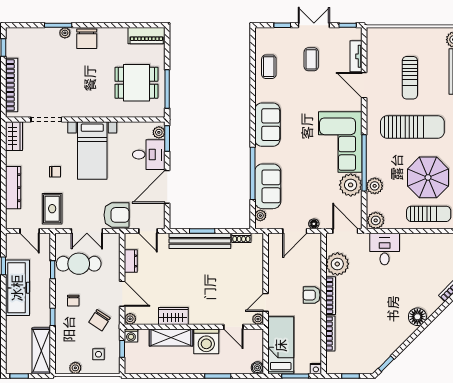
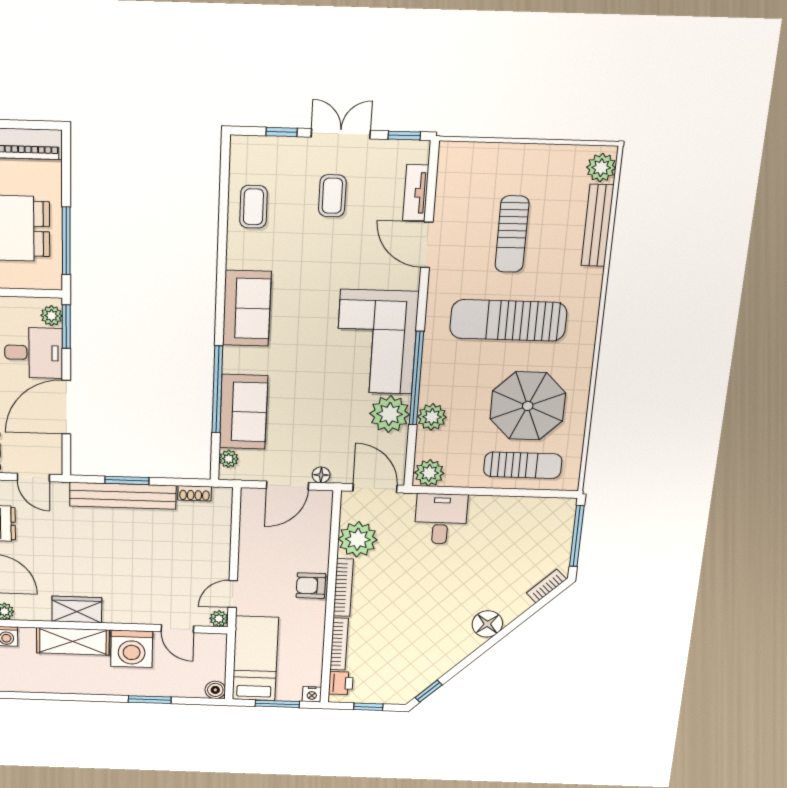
sun lounger: (412, 127) -> (508, 320), turned 180
printer: (333, 360) -> (341, 683), added

